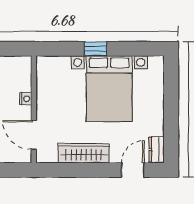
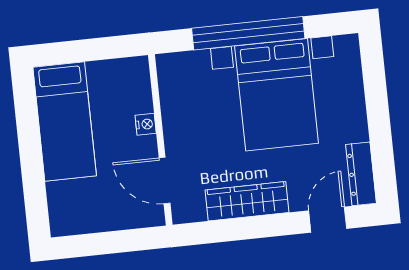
window: (96, 49) -> (248, 33), width x3.17
dresser: (157, 150) -> (361, 174), width x1.44

